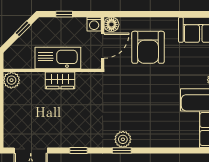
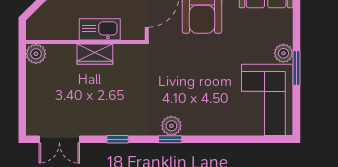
kitchen sink: (58, 58) -> (100, 29), width x0.73, depth x0.81

